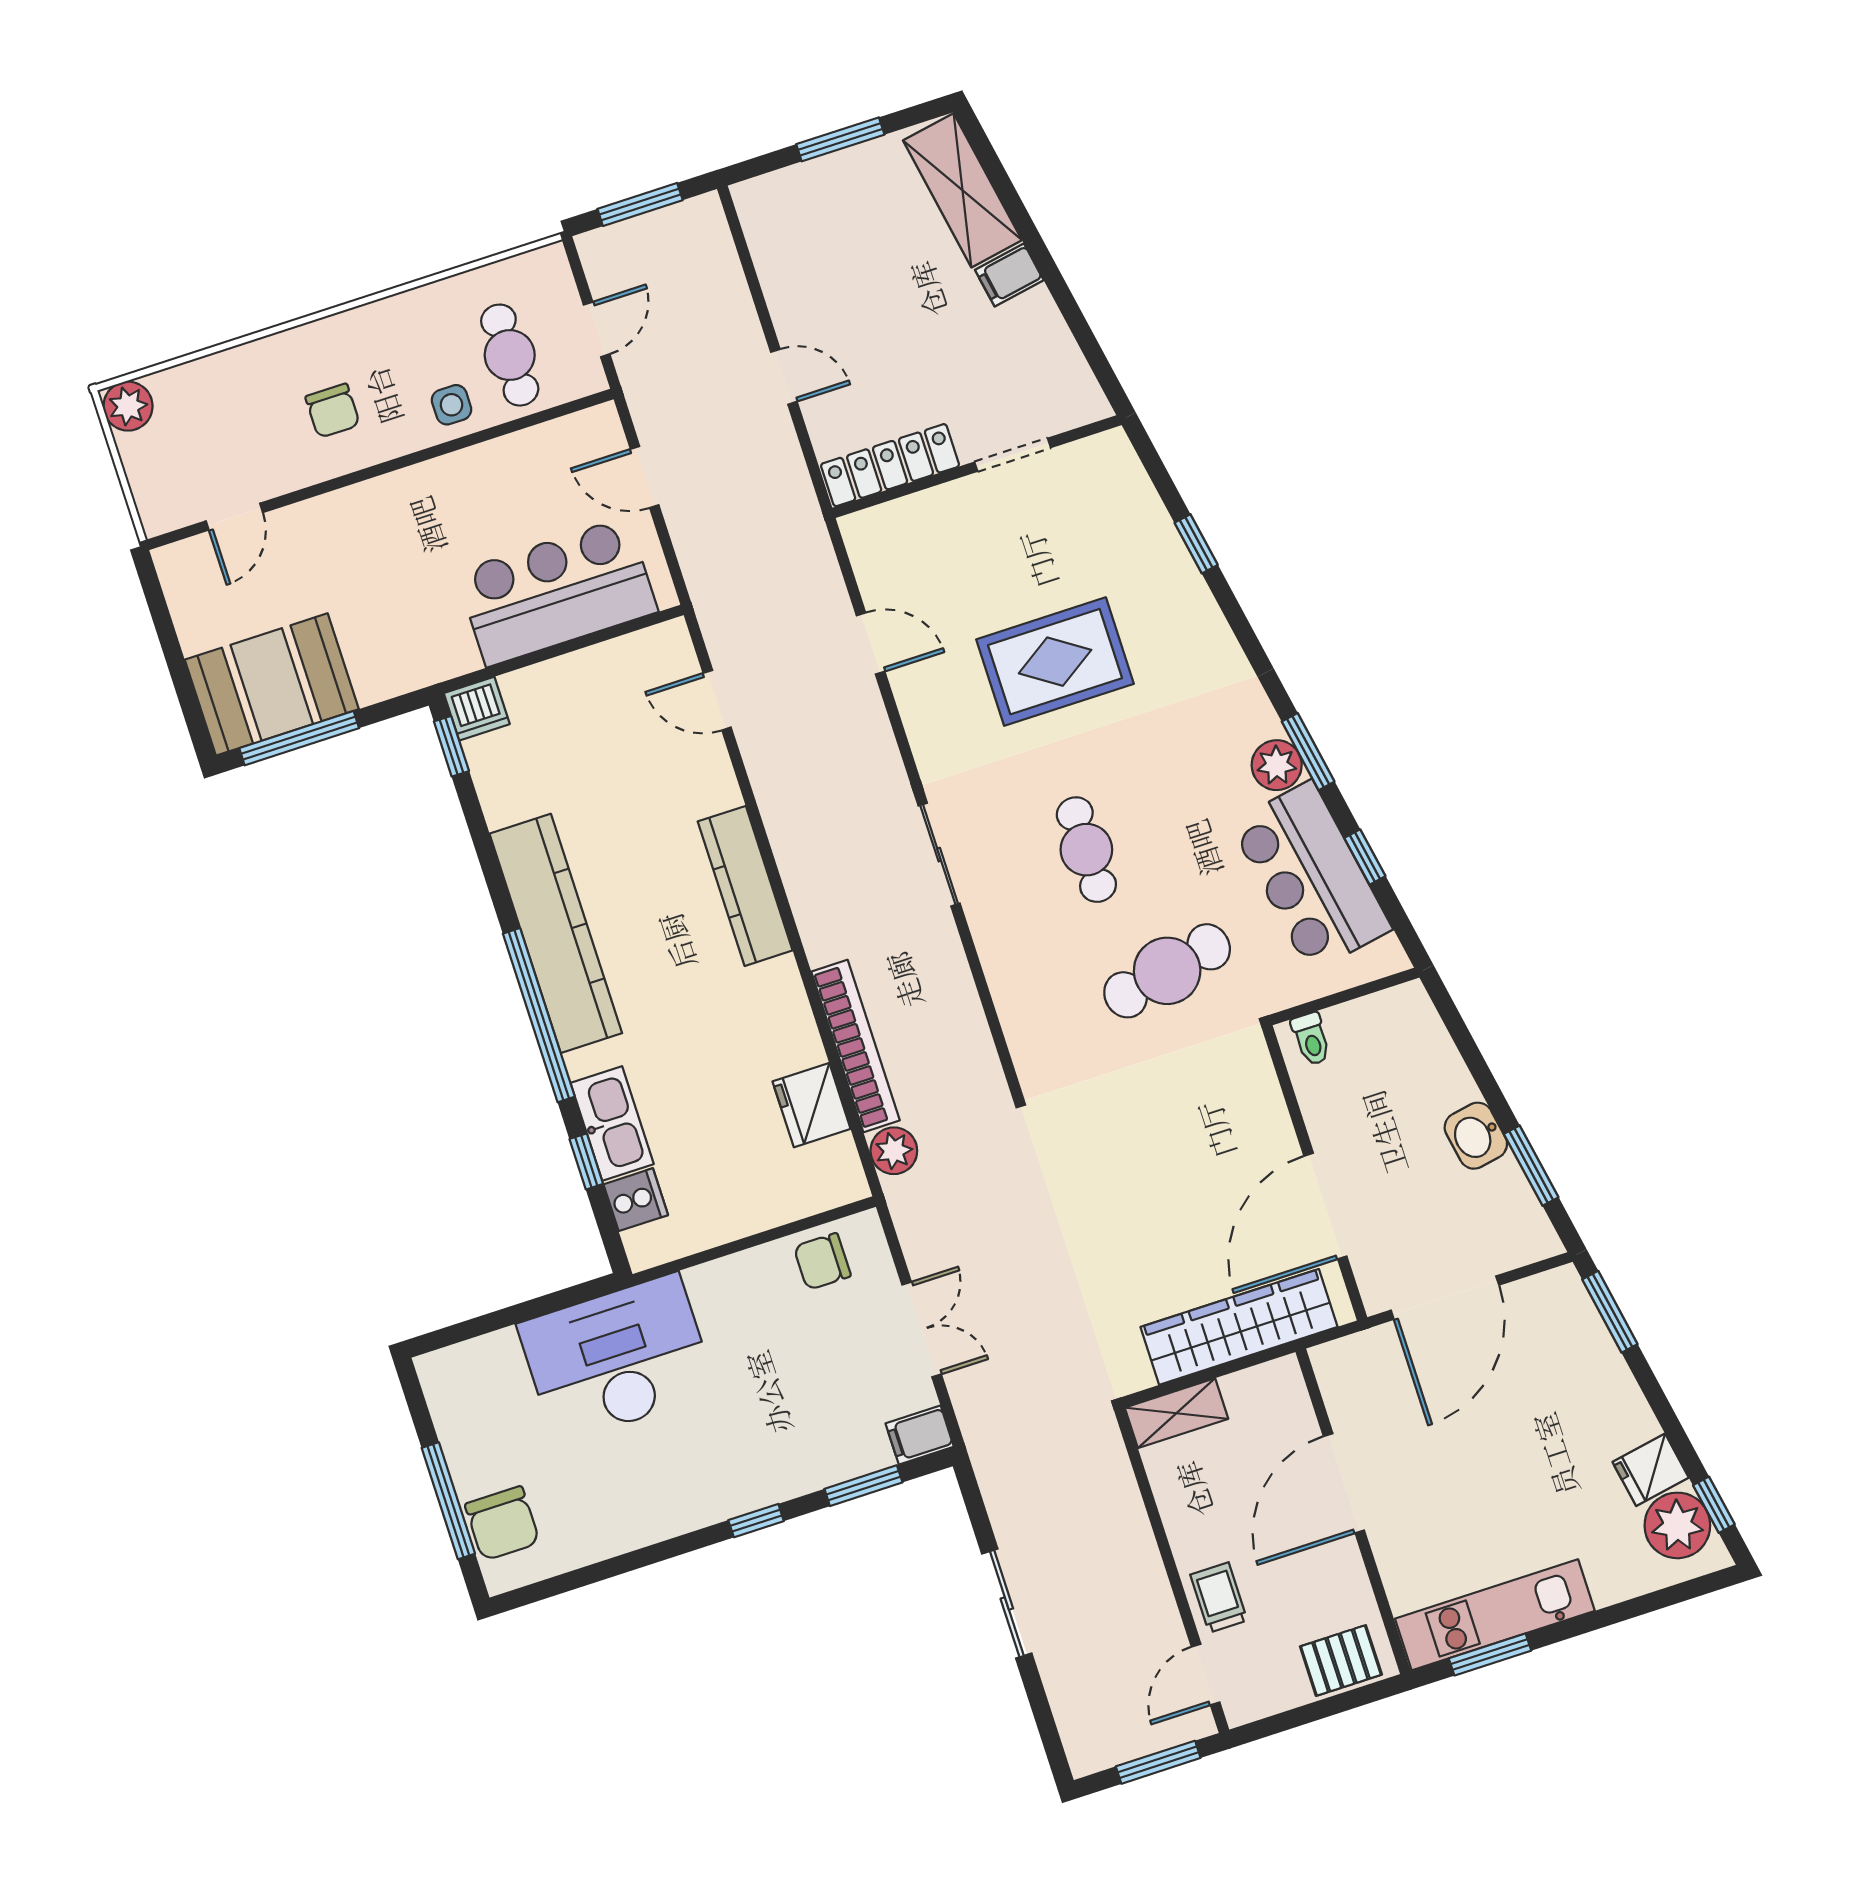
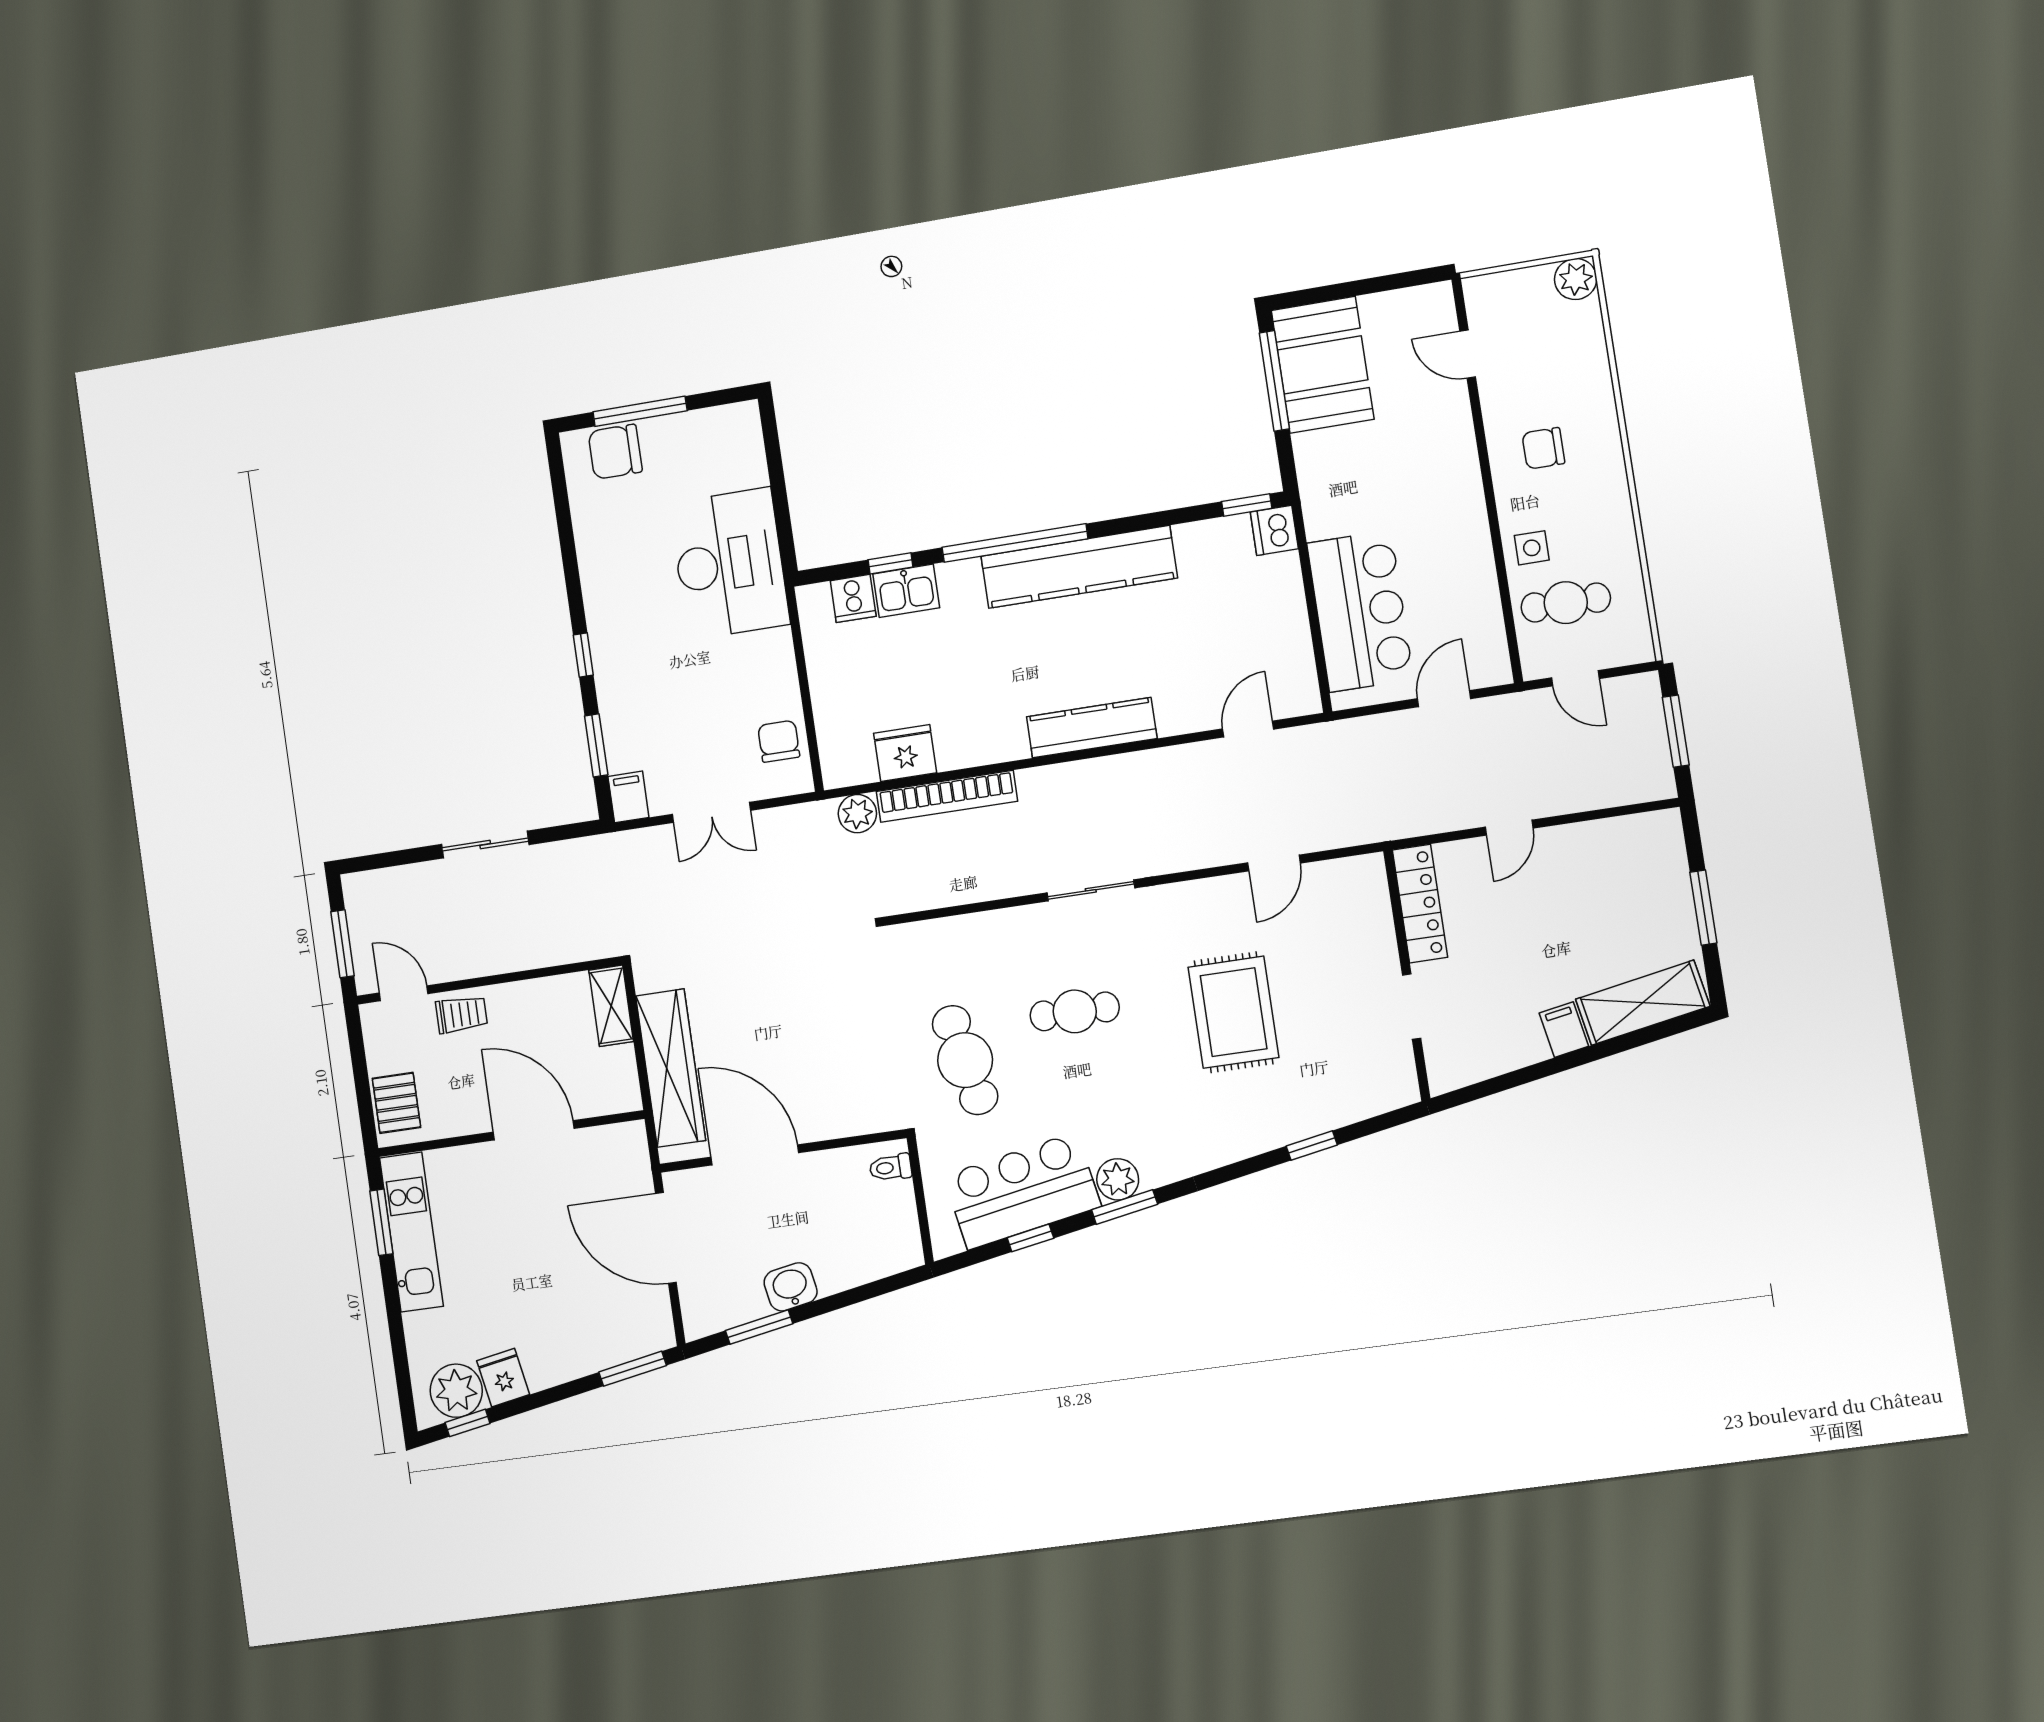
kitchen sink: (612, 1123) -> (906, 591), width x0.73

